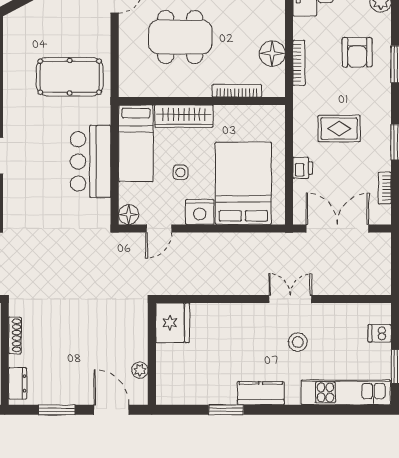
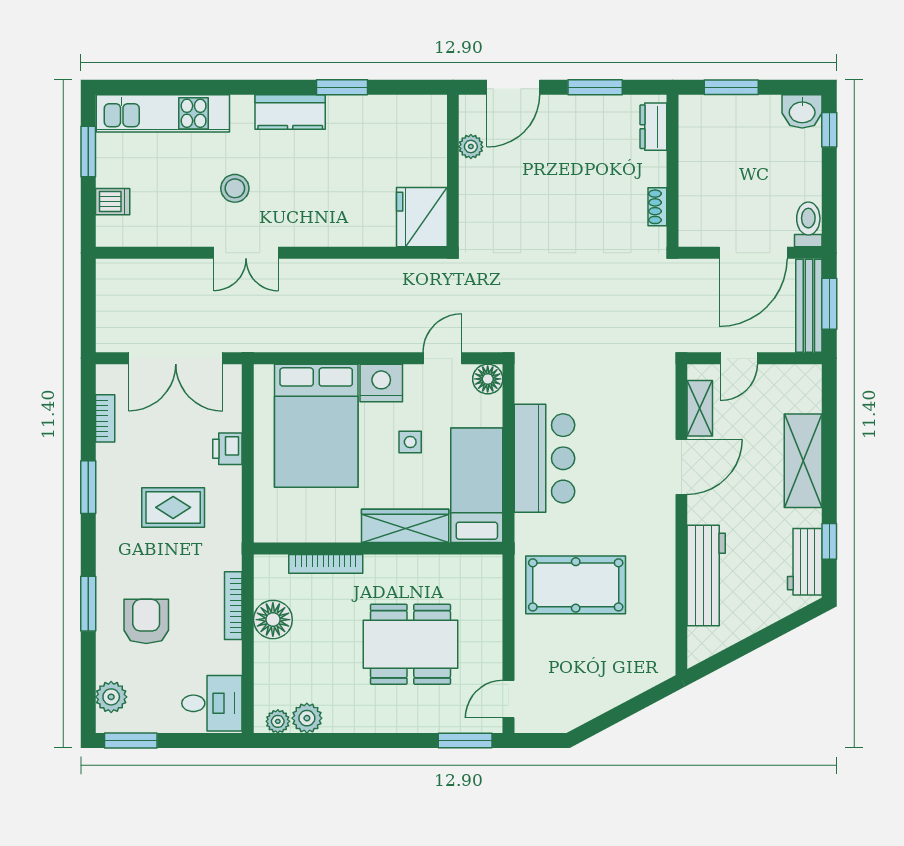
shoe rack: (15, 335) -> (657, 207), width x0.70
door: (111, 410) -> (513, 87), hinge flipped

